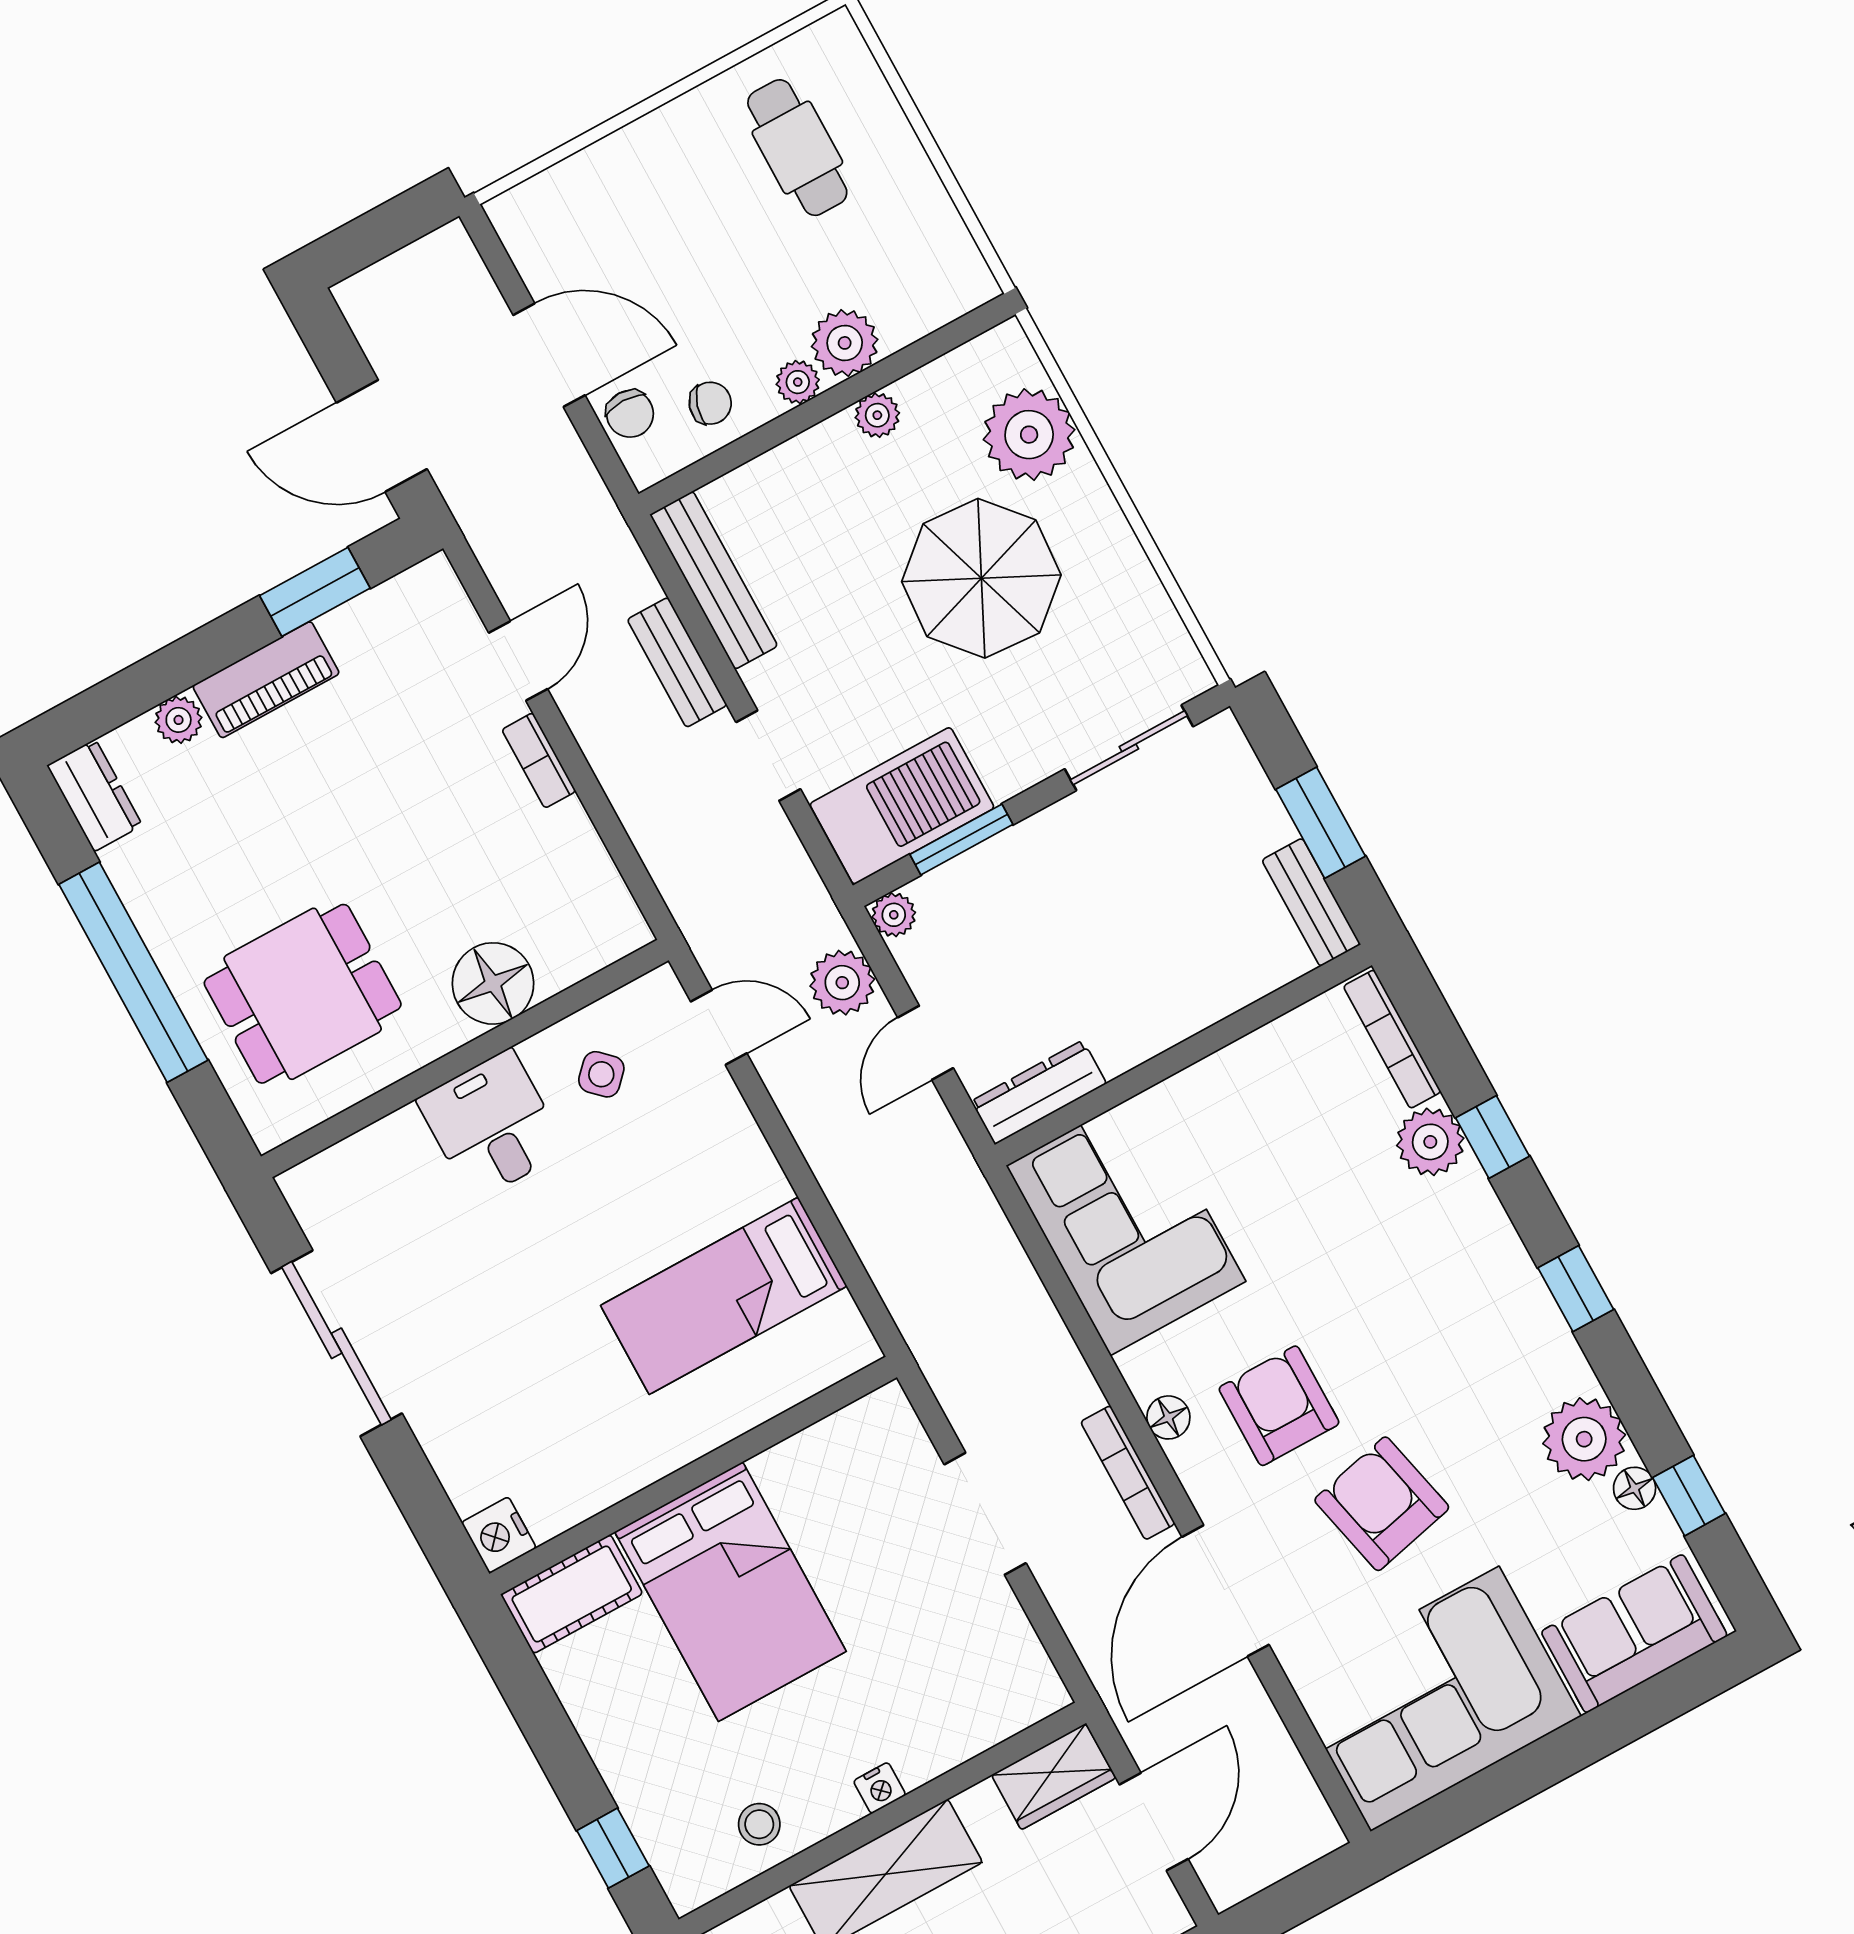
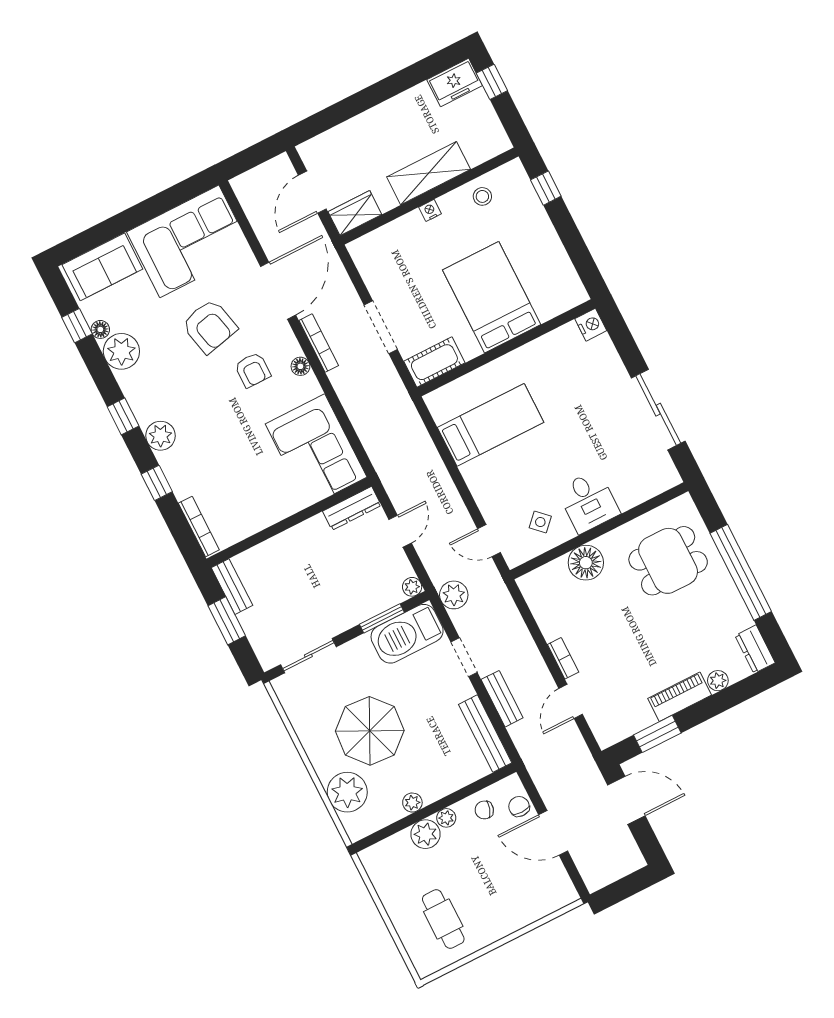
plant: (842, 983) -> (454, 595), moved
plant: (1430, 1142) -> (160, 436), moved
armchair: (1279, 1406) -> (253, 370), width x0.72, depth x0.72
cot: (572, 1594) -> (434, 362), moved

